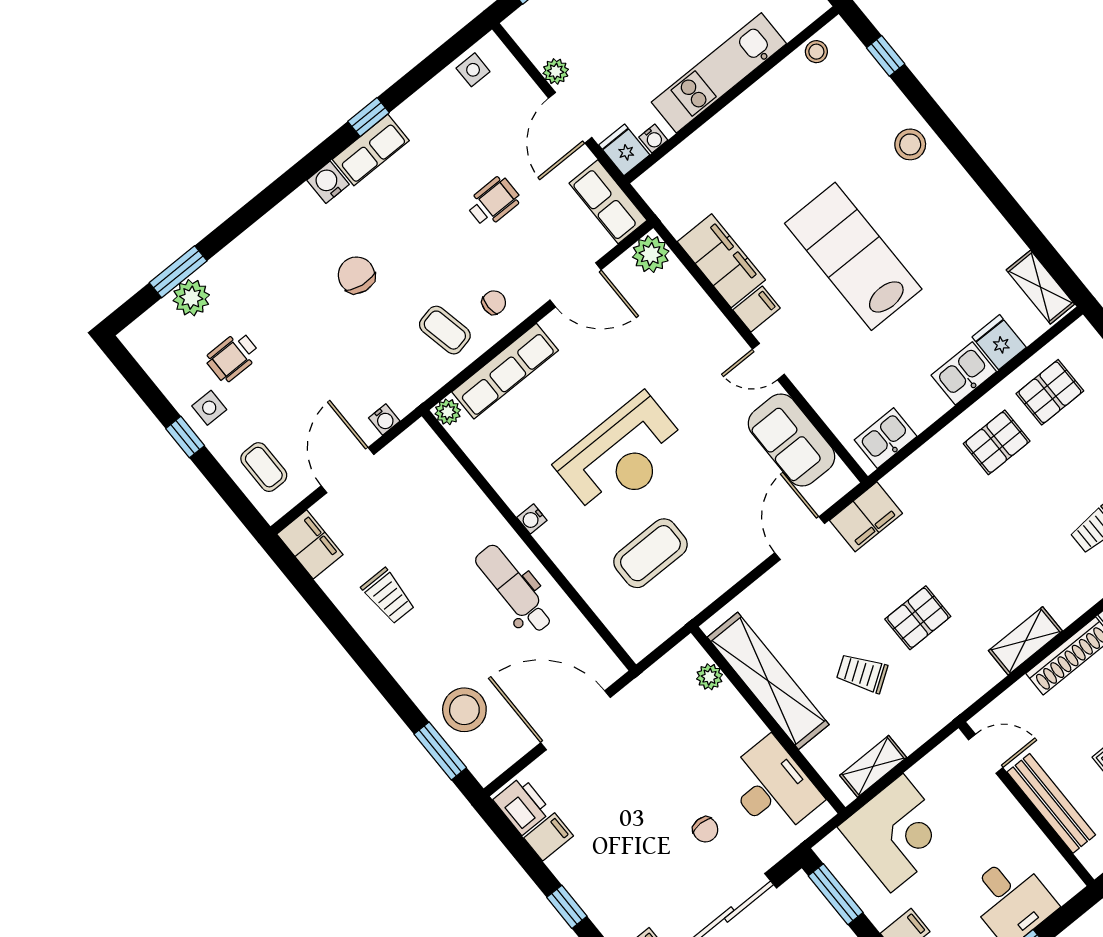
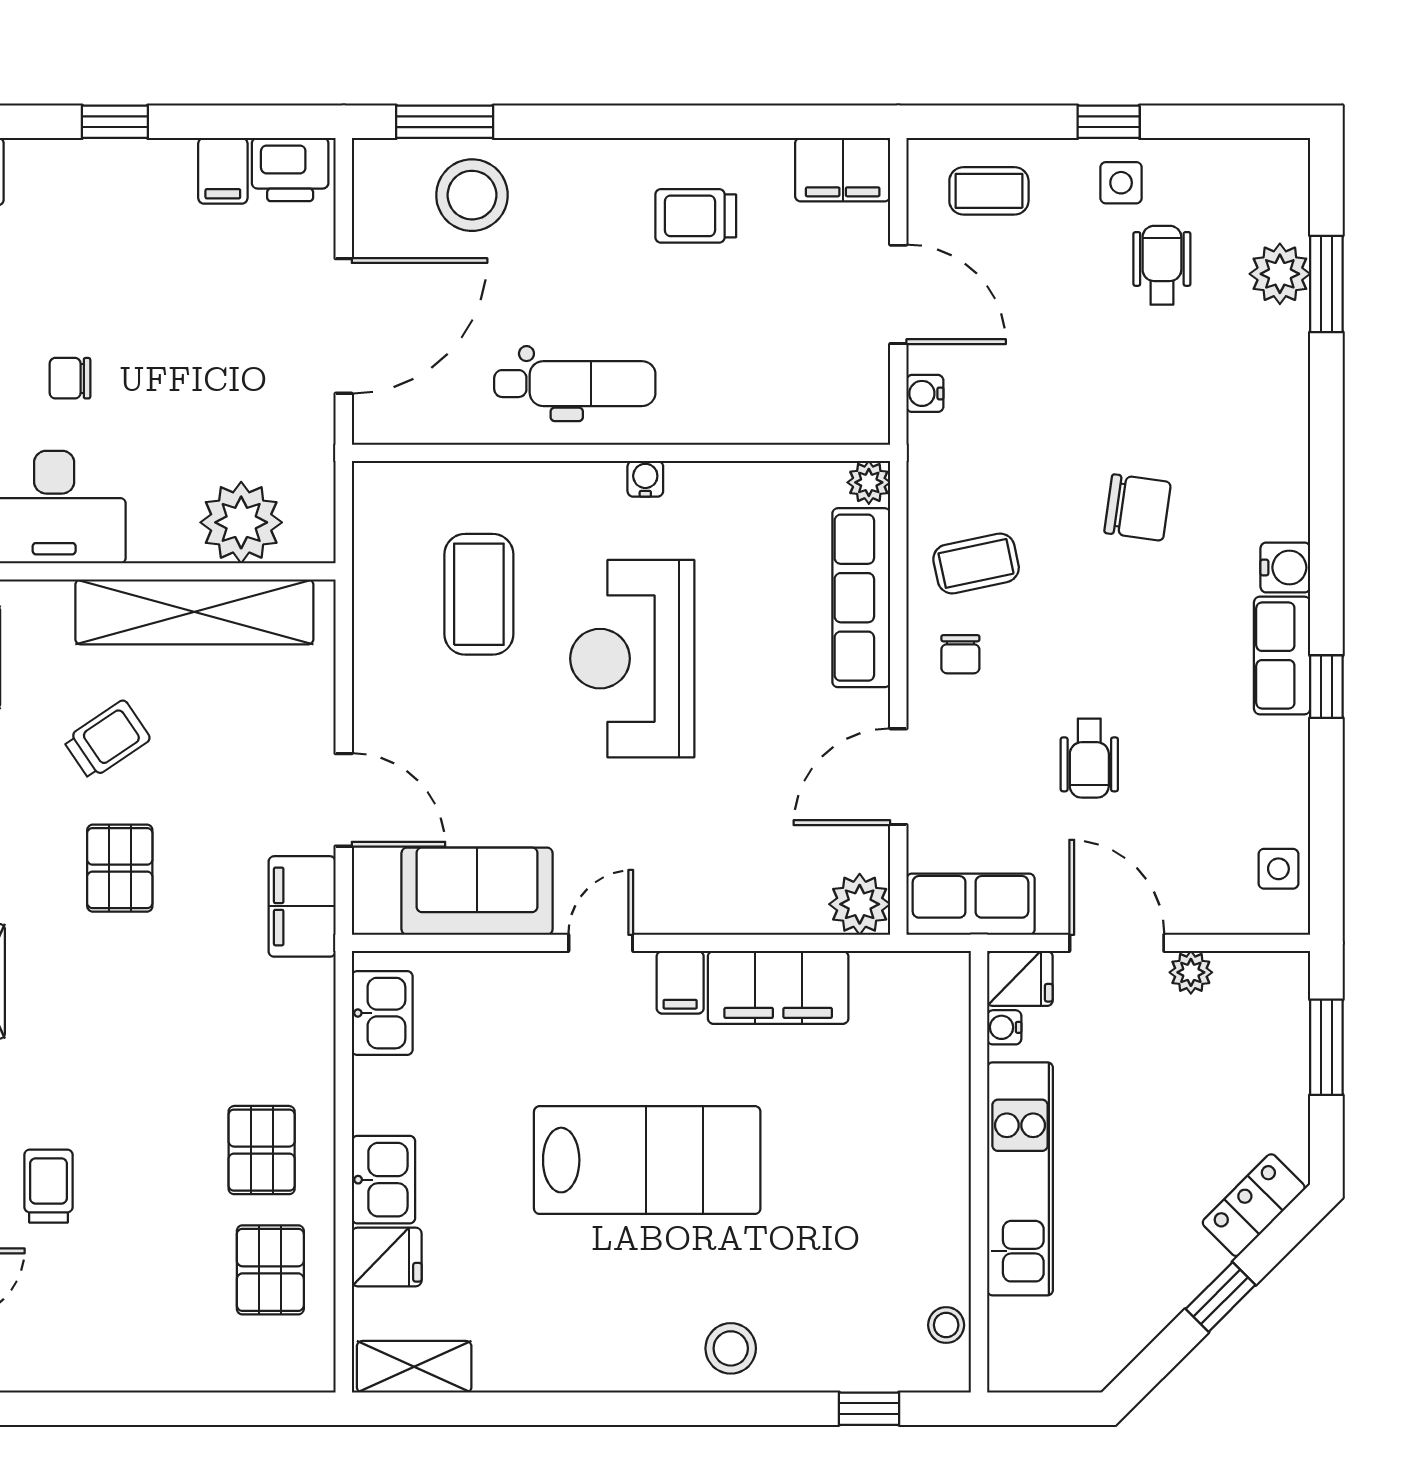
plant: (709, 677) -> (241, 522), width x1.88, depth x1.88

